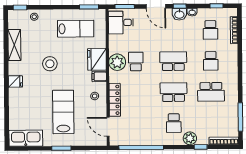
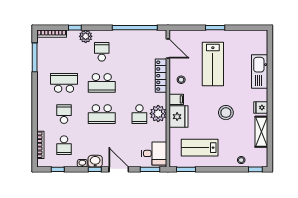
school desk: (210, 30) -> (64, 145), turned 180
fridge: (15, 81) -> (261, 108), moved
kitchen sink: (26, 138) -> (260, 71), moved, turned 90

